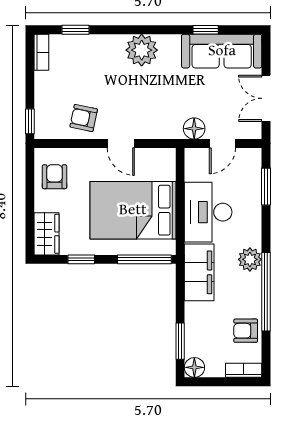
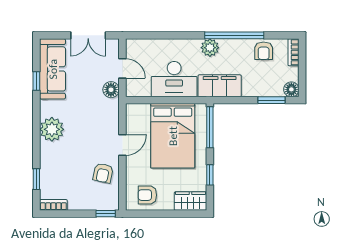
window: (266, 187) -> (155, 35), removed

